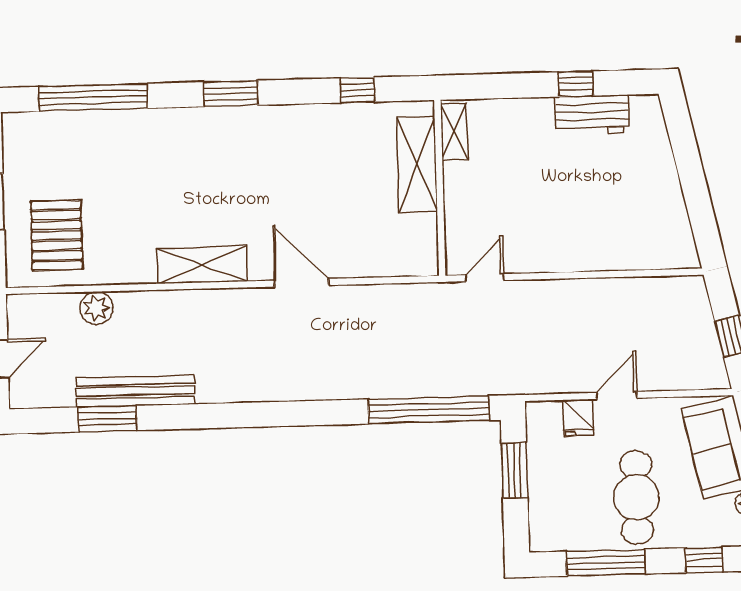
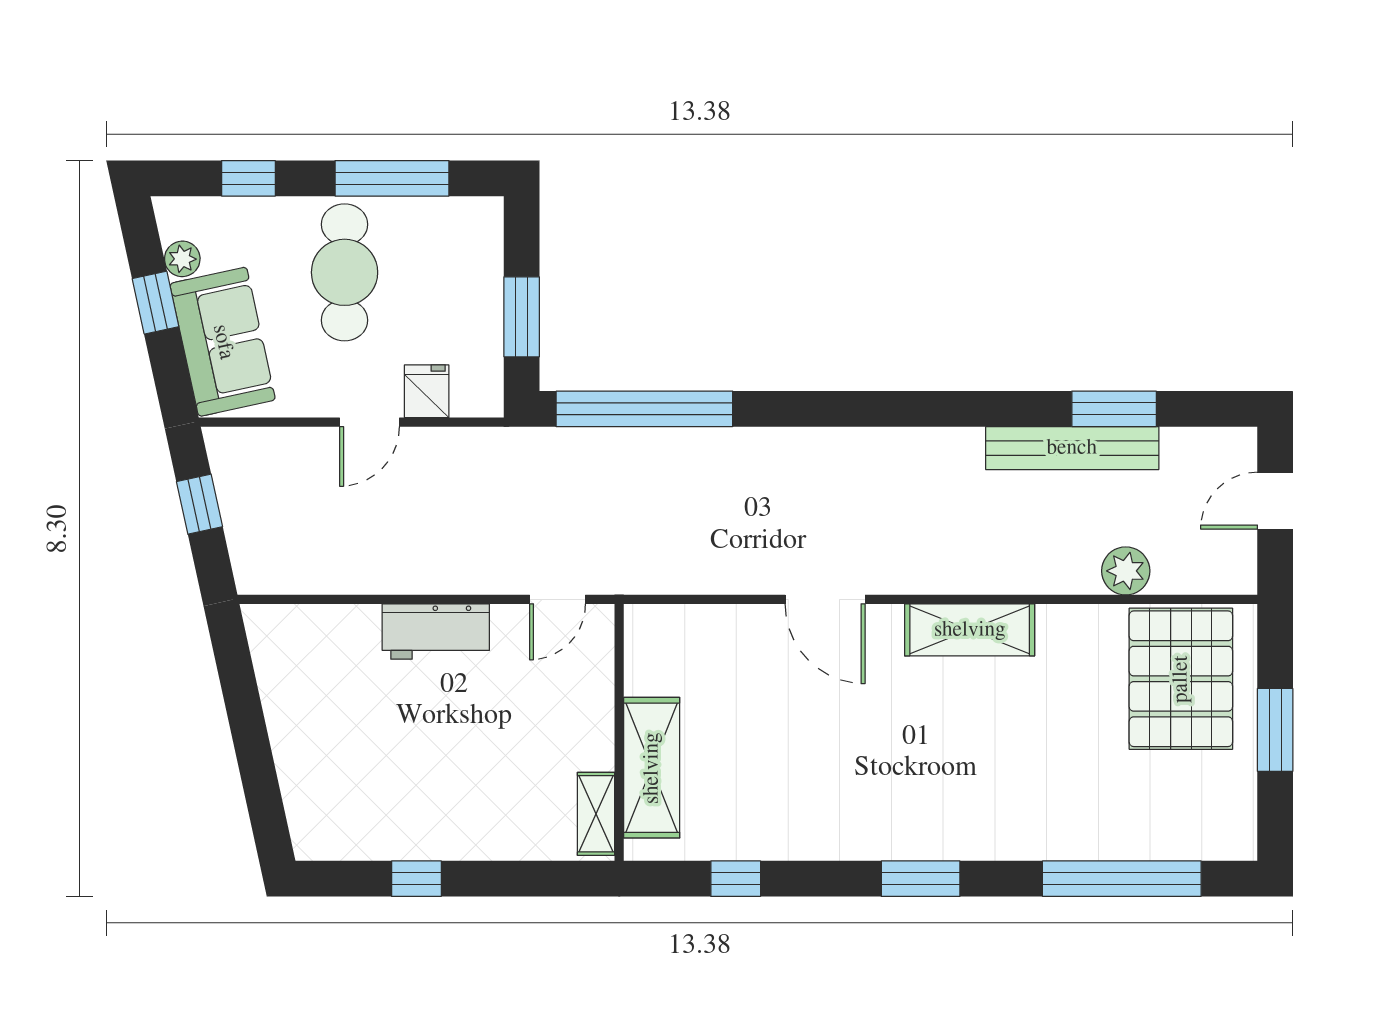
workbench: (592, 115) -> (436, 632), moved, turned 180
pallet: (57, 235) -> (1181, 679), width x1.37, depth x1.41

